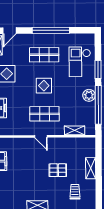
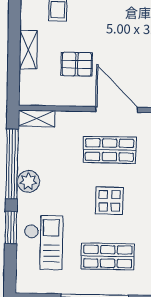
shelving: (75, 130) -> (37, 118), moved
door: (41, 136) -> (117, 109), width x1.87
pallet: (58, 170) -> (77, 64), moved

